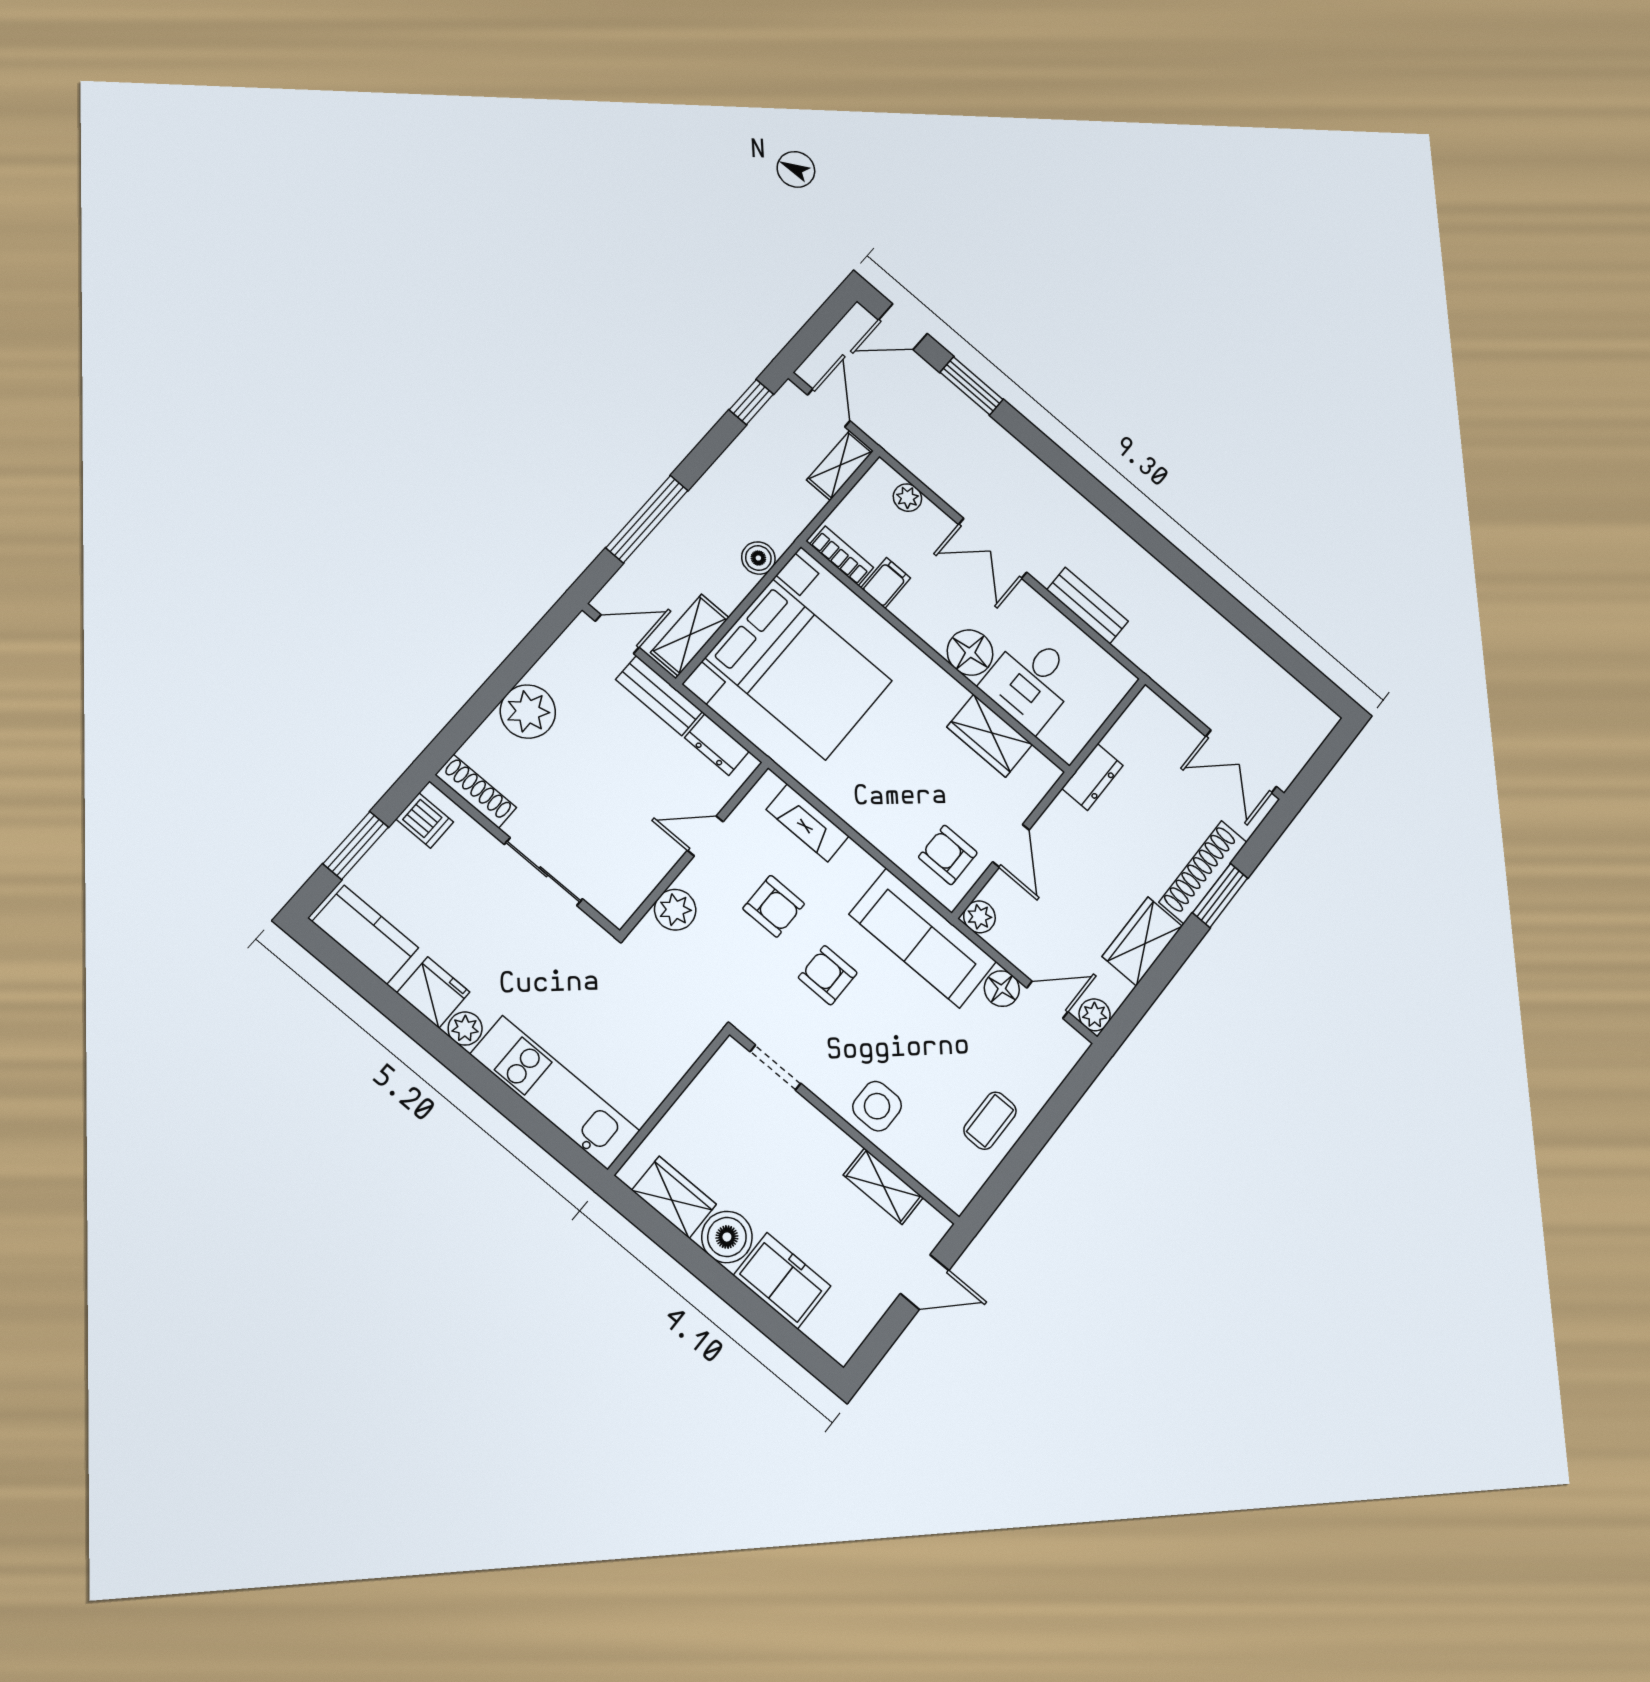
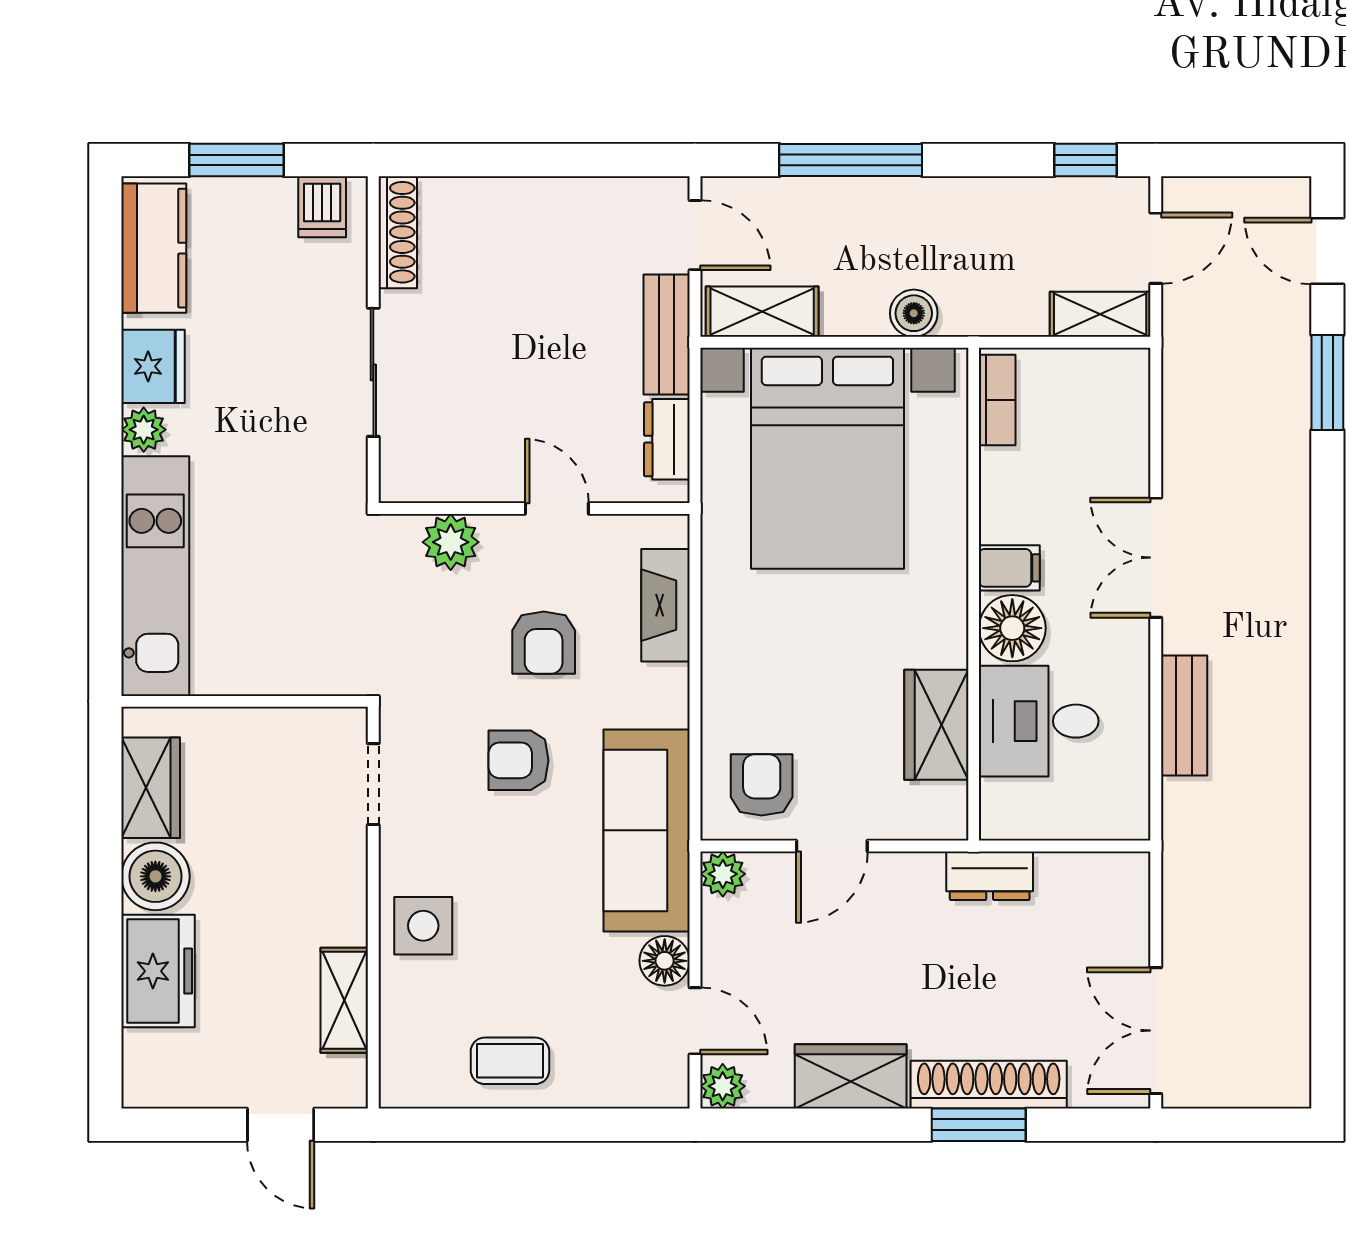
plant: (907, 498) -> (1130, 417), removed
filing cabinet: (886, 583) -> (1009, 568), moved
plant: (528, 712) -> (529, 214), removed
armchair: (828, 975) -> (519, 760), turned -90

